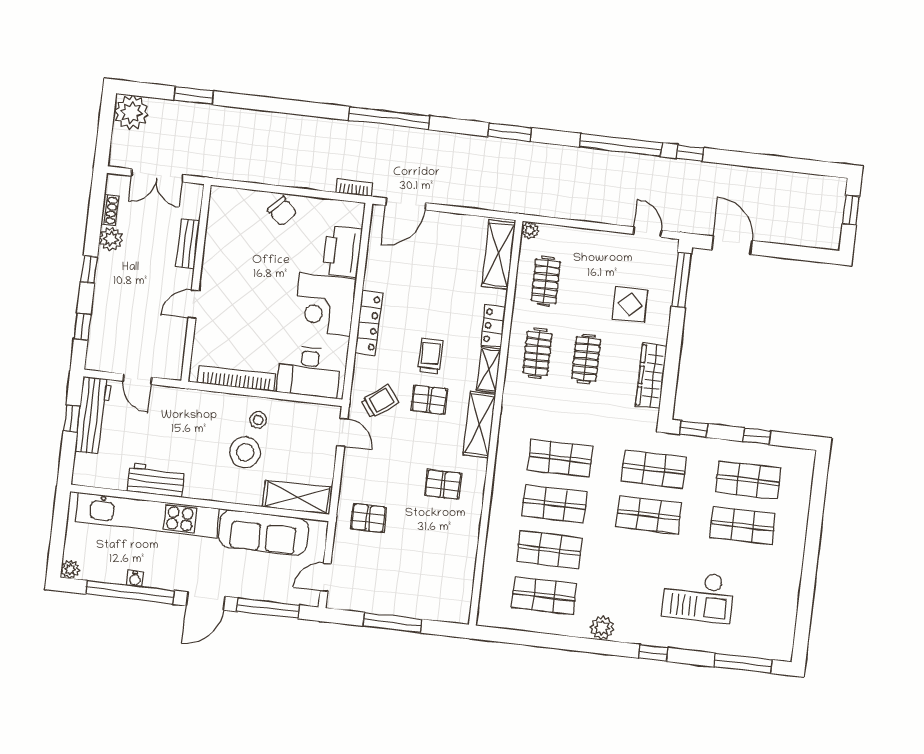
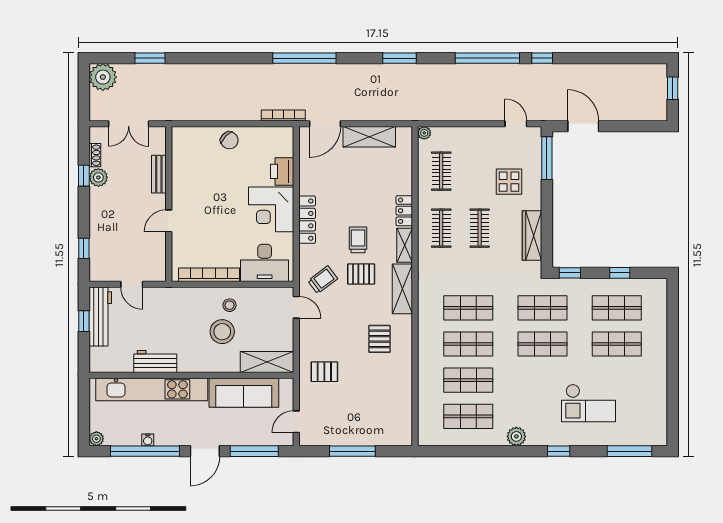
bookcase: (354, 188) -> (283, 115), width x1.56
printer: (342, 251) -> (282, 171), width x0.73, depth x0.84
shelving: (498, 255) -> (369, 137), moved, turned 90
window: (89, 269) -> (84, 176), moved
pallet: (443, 484) -> (379, 339), turned 90

